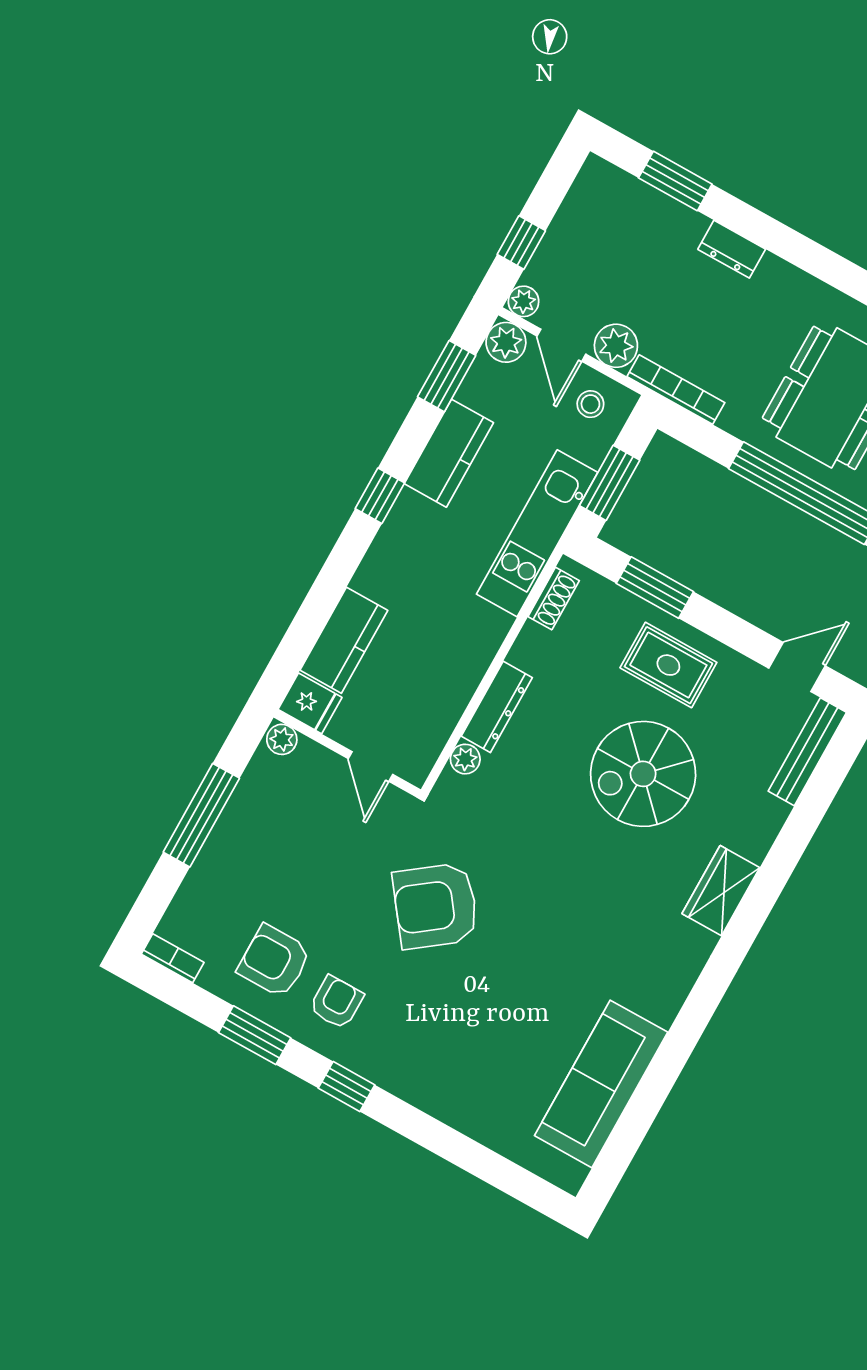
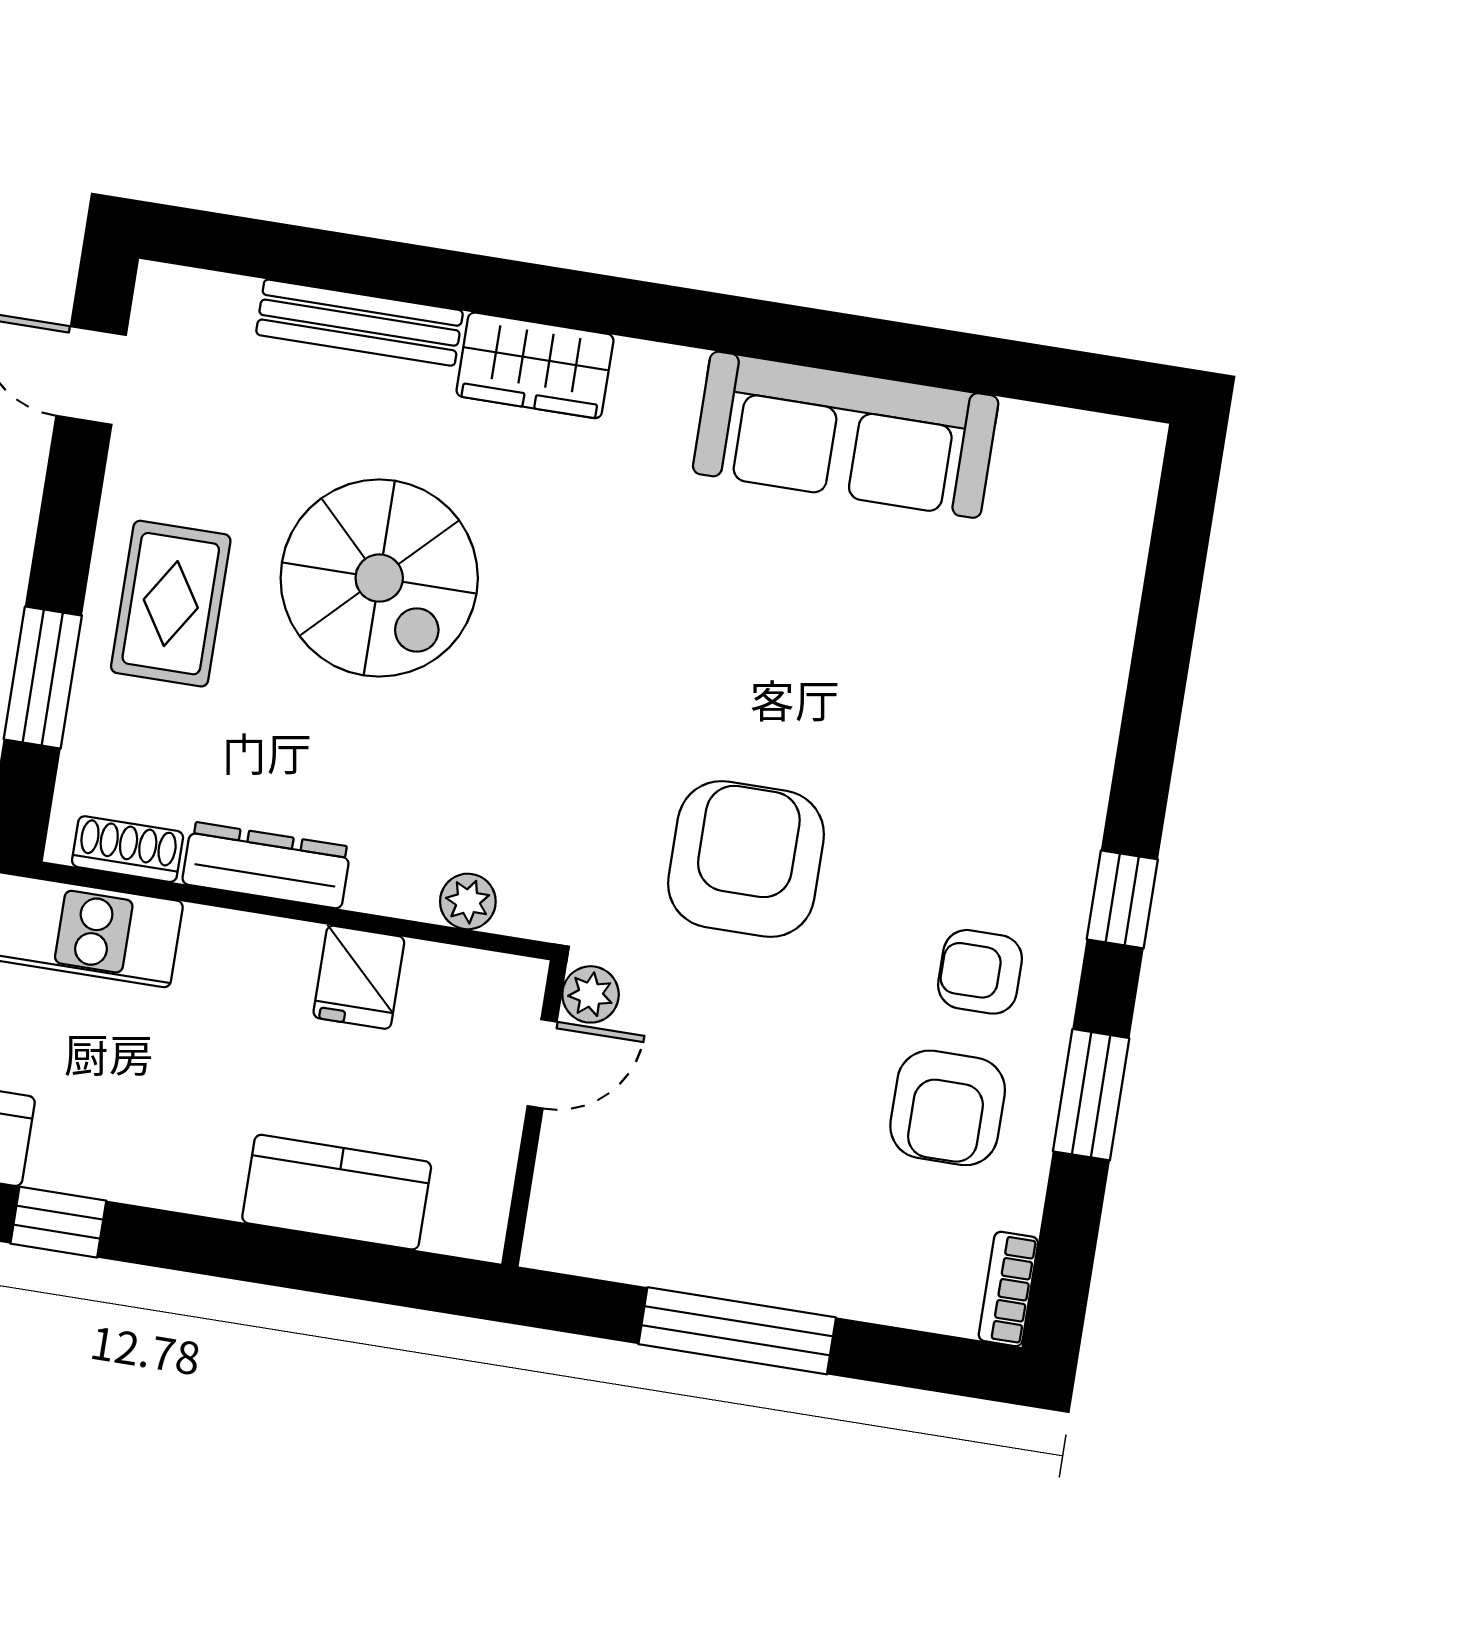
fridge: (310, 703) -> (359, 977), moved, turned 180
dresser: (497, 707) -> (266, 865), moved
plant: (282, 739) -> (591, 994), moved
bench: (807, 752) -> (359, 323), moved
armchair: (436, 906) -> (746, 859), turned -143
sofa: (601, 1084) -> (846, 435), moved

